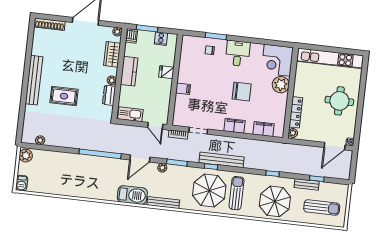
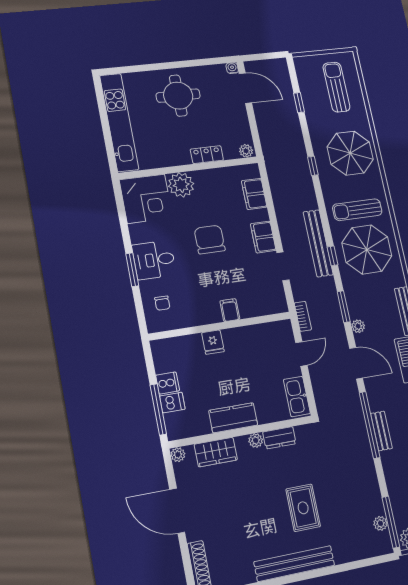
window: (147, 28) -> (158, 409), width x1.44
dishwasher: (131, 36) -> (172, 403), moved
window: (216, 36) -> (132, 270), moved
fridge: (166, 72) -> (213, 342), moved
wall: (175, 80) -> (220, 326), moved
filing cabinet: (183, 89) -> (230, 310), moved
locker: (296, 112) -> (207, 155), width x0.66
doorway: (198, 131) -> (283, 266), moved
window: (39, 147) -> (391, 522), added
bench: (307, 184) -> (381, 431), moved

